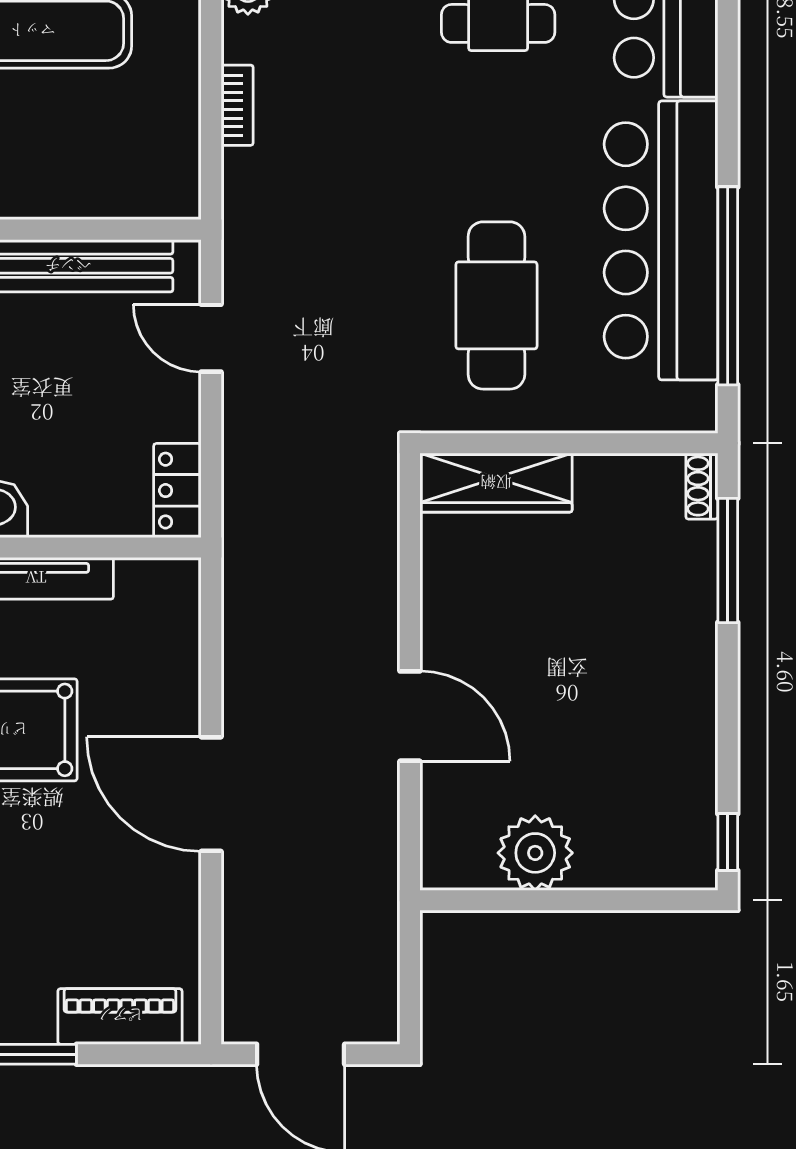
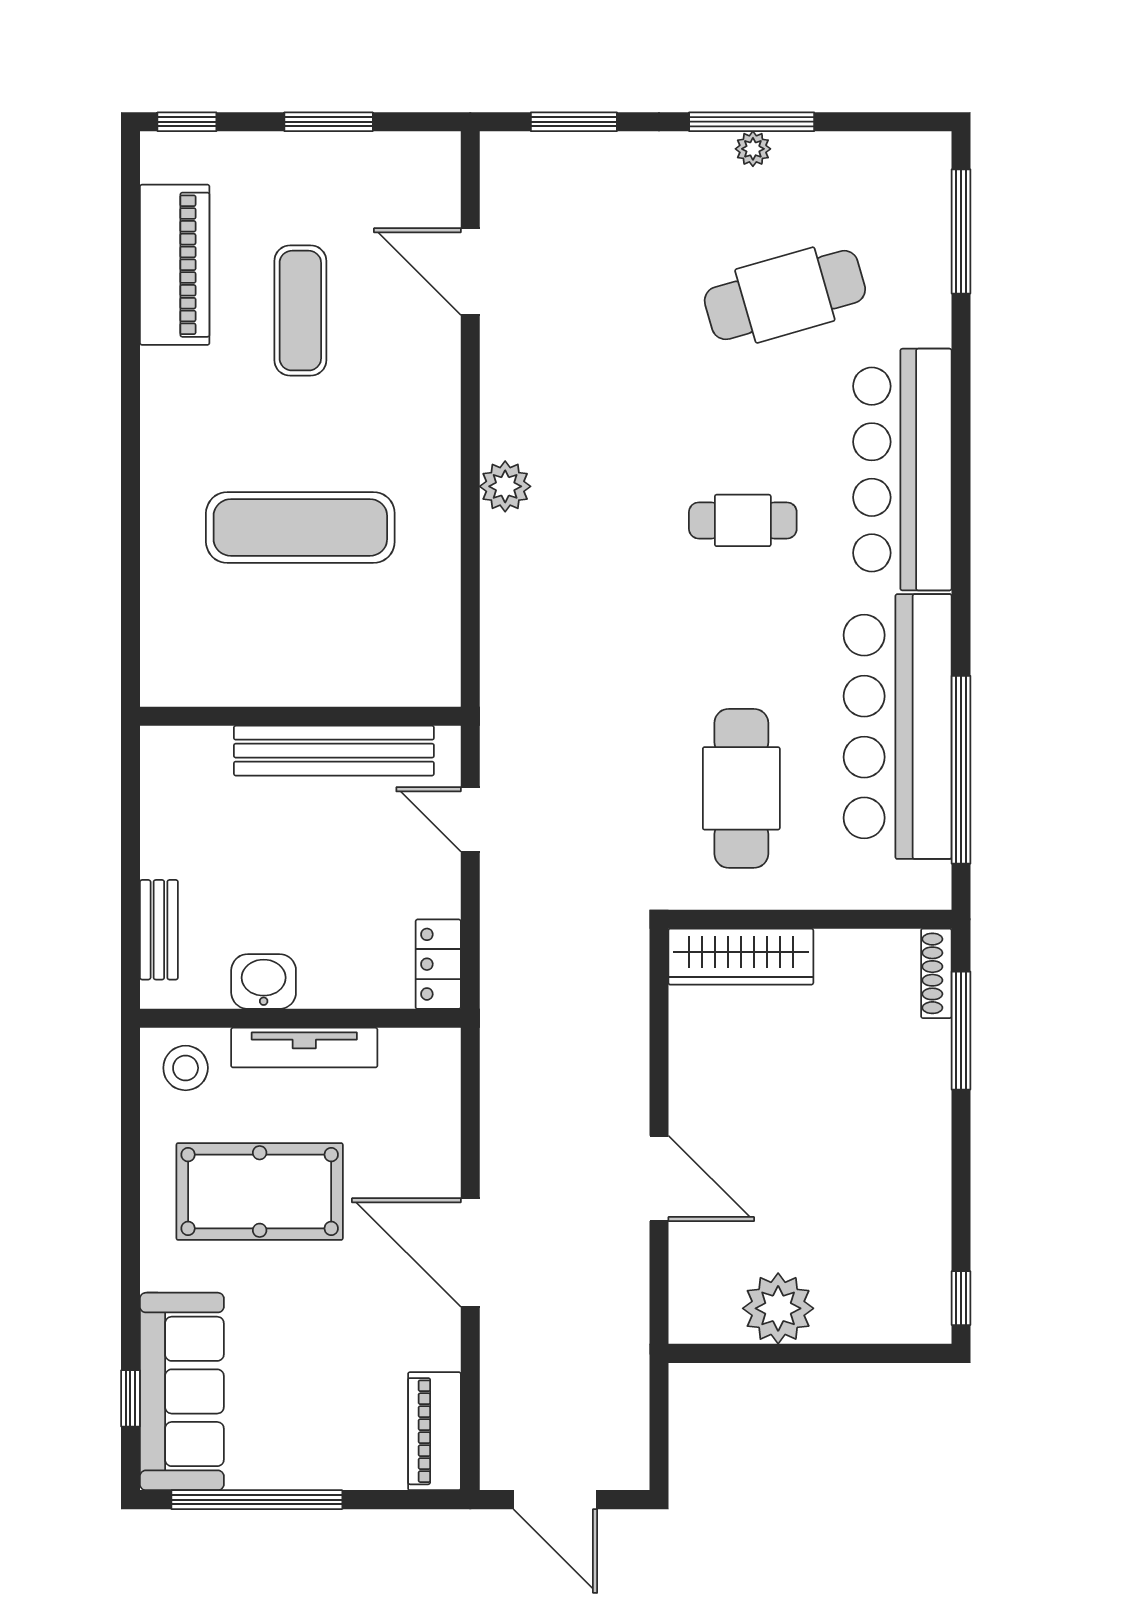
bookcase: (237, 105) -> (495, 598), removed
shoe rack: (702, 486) -> (936, 973), width x1.43
piano: (120, 1016) -> (434, 1431), moved, turned -90

